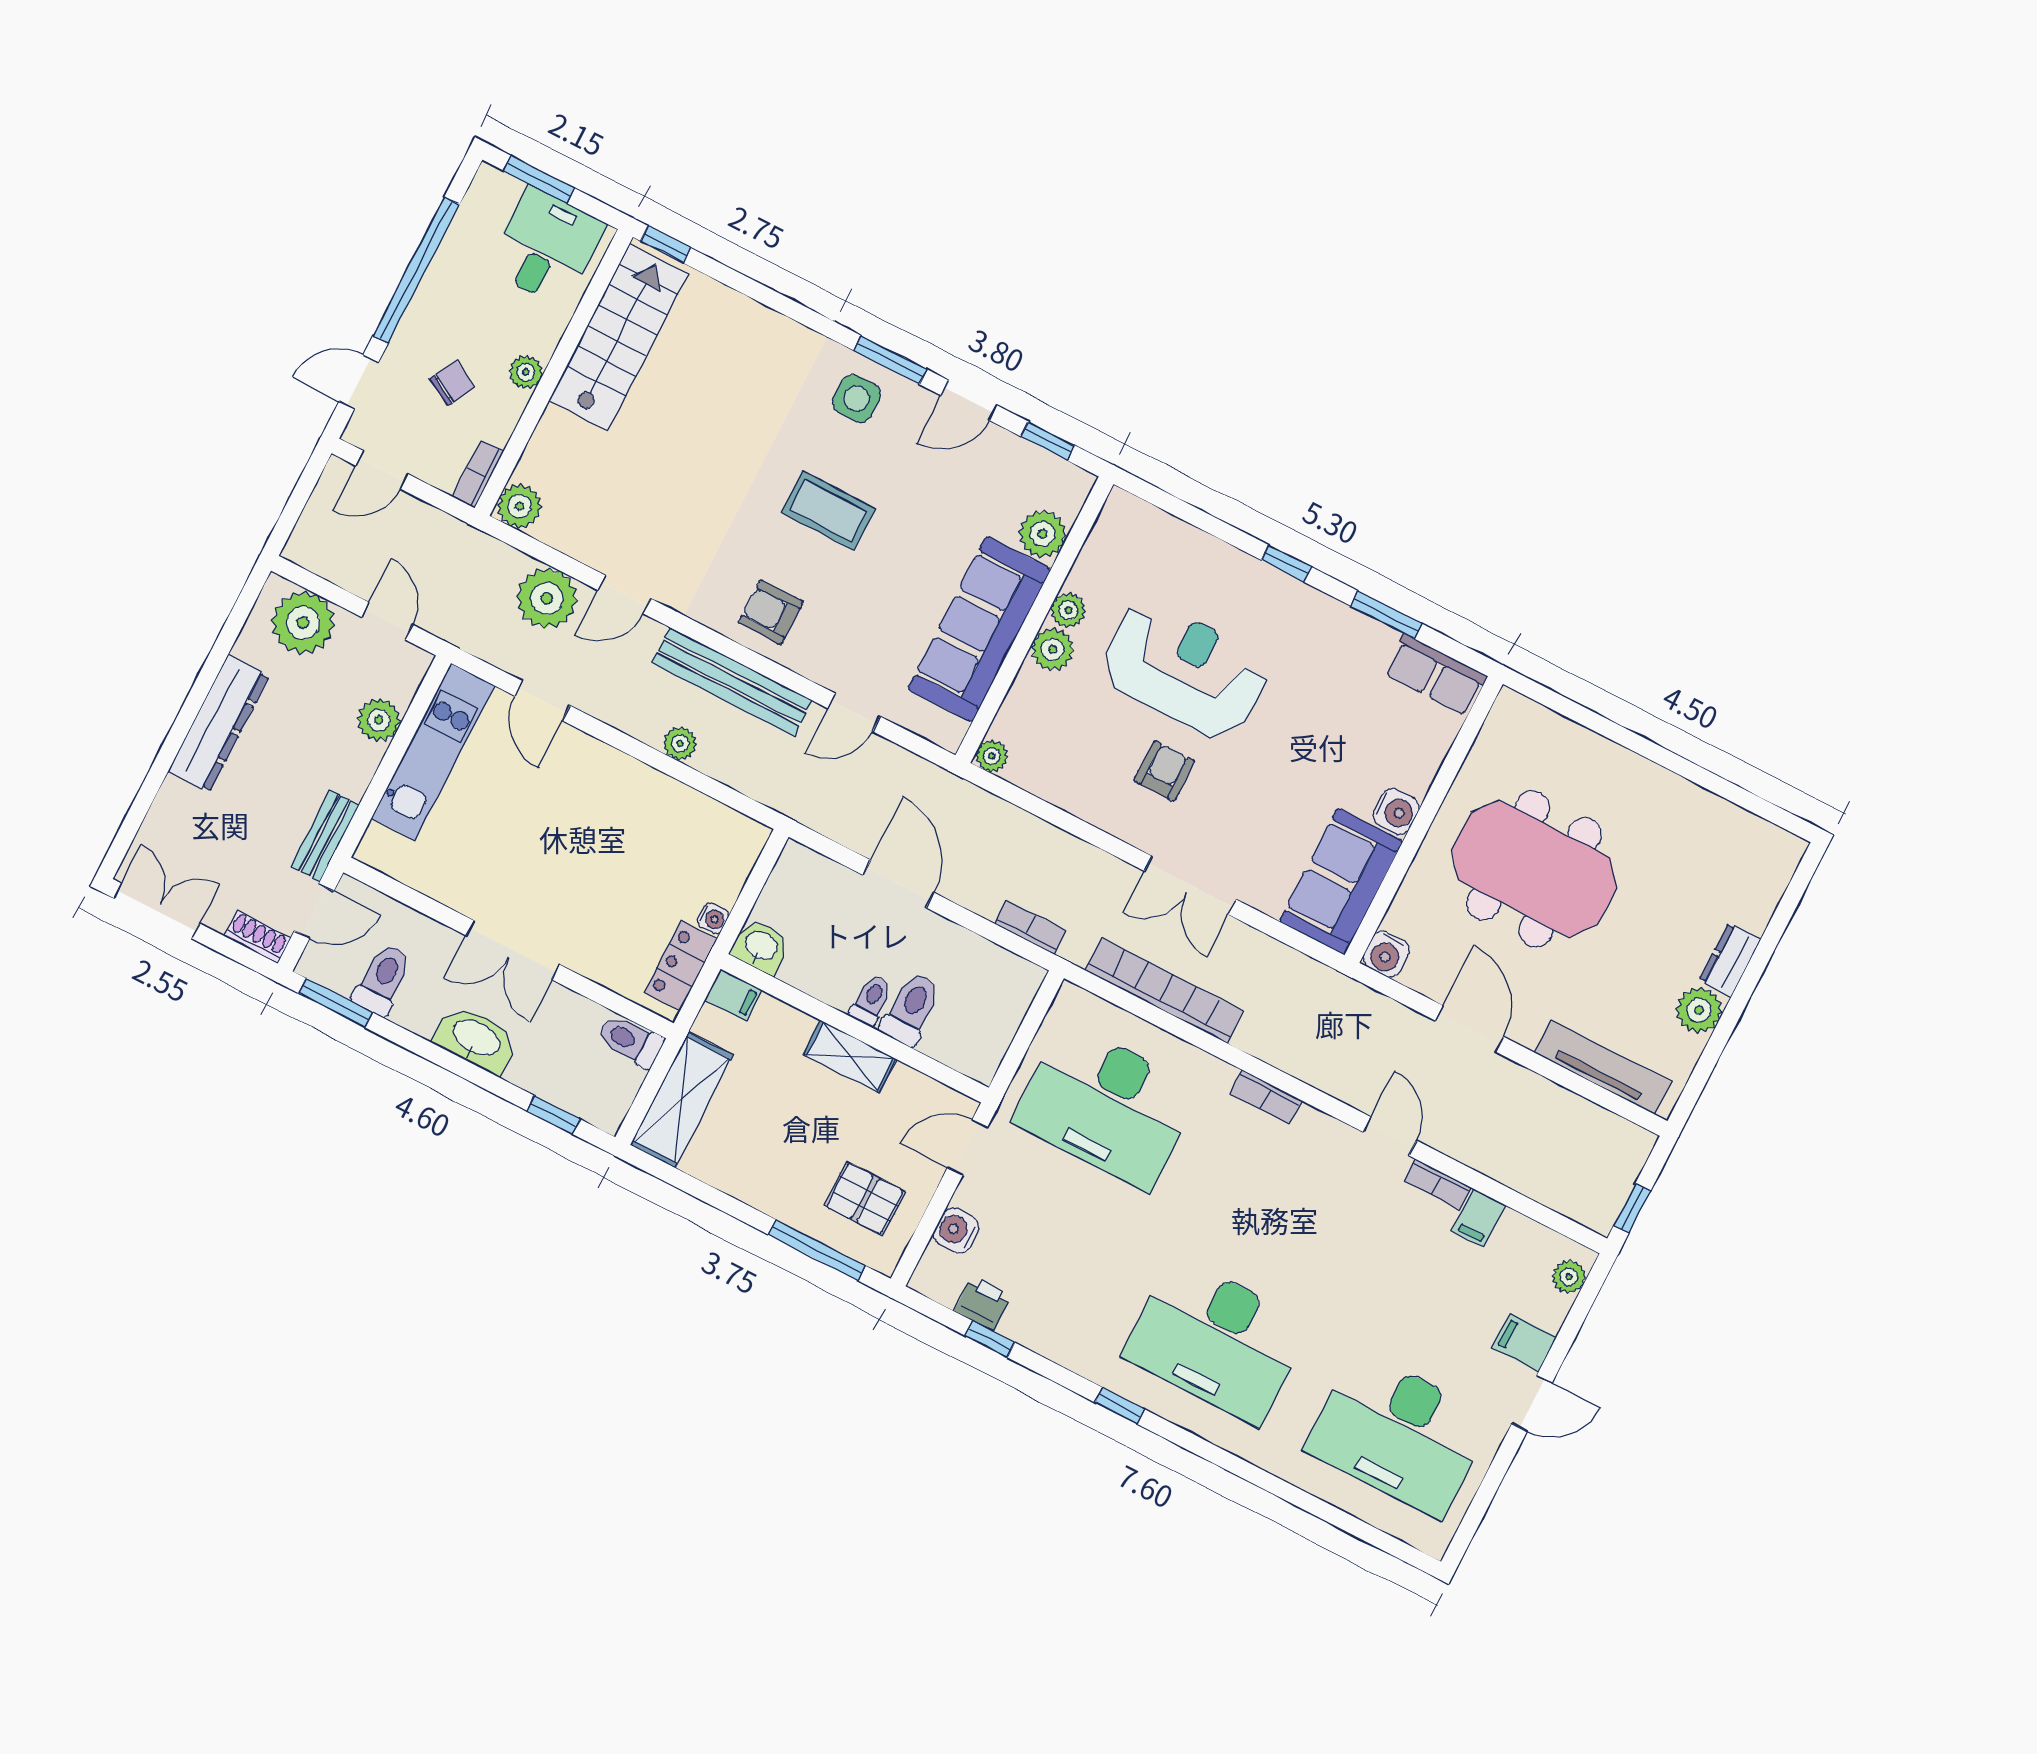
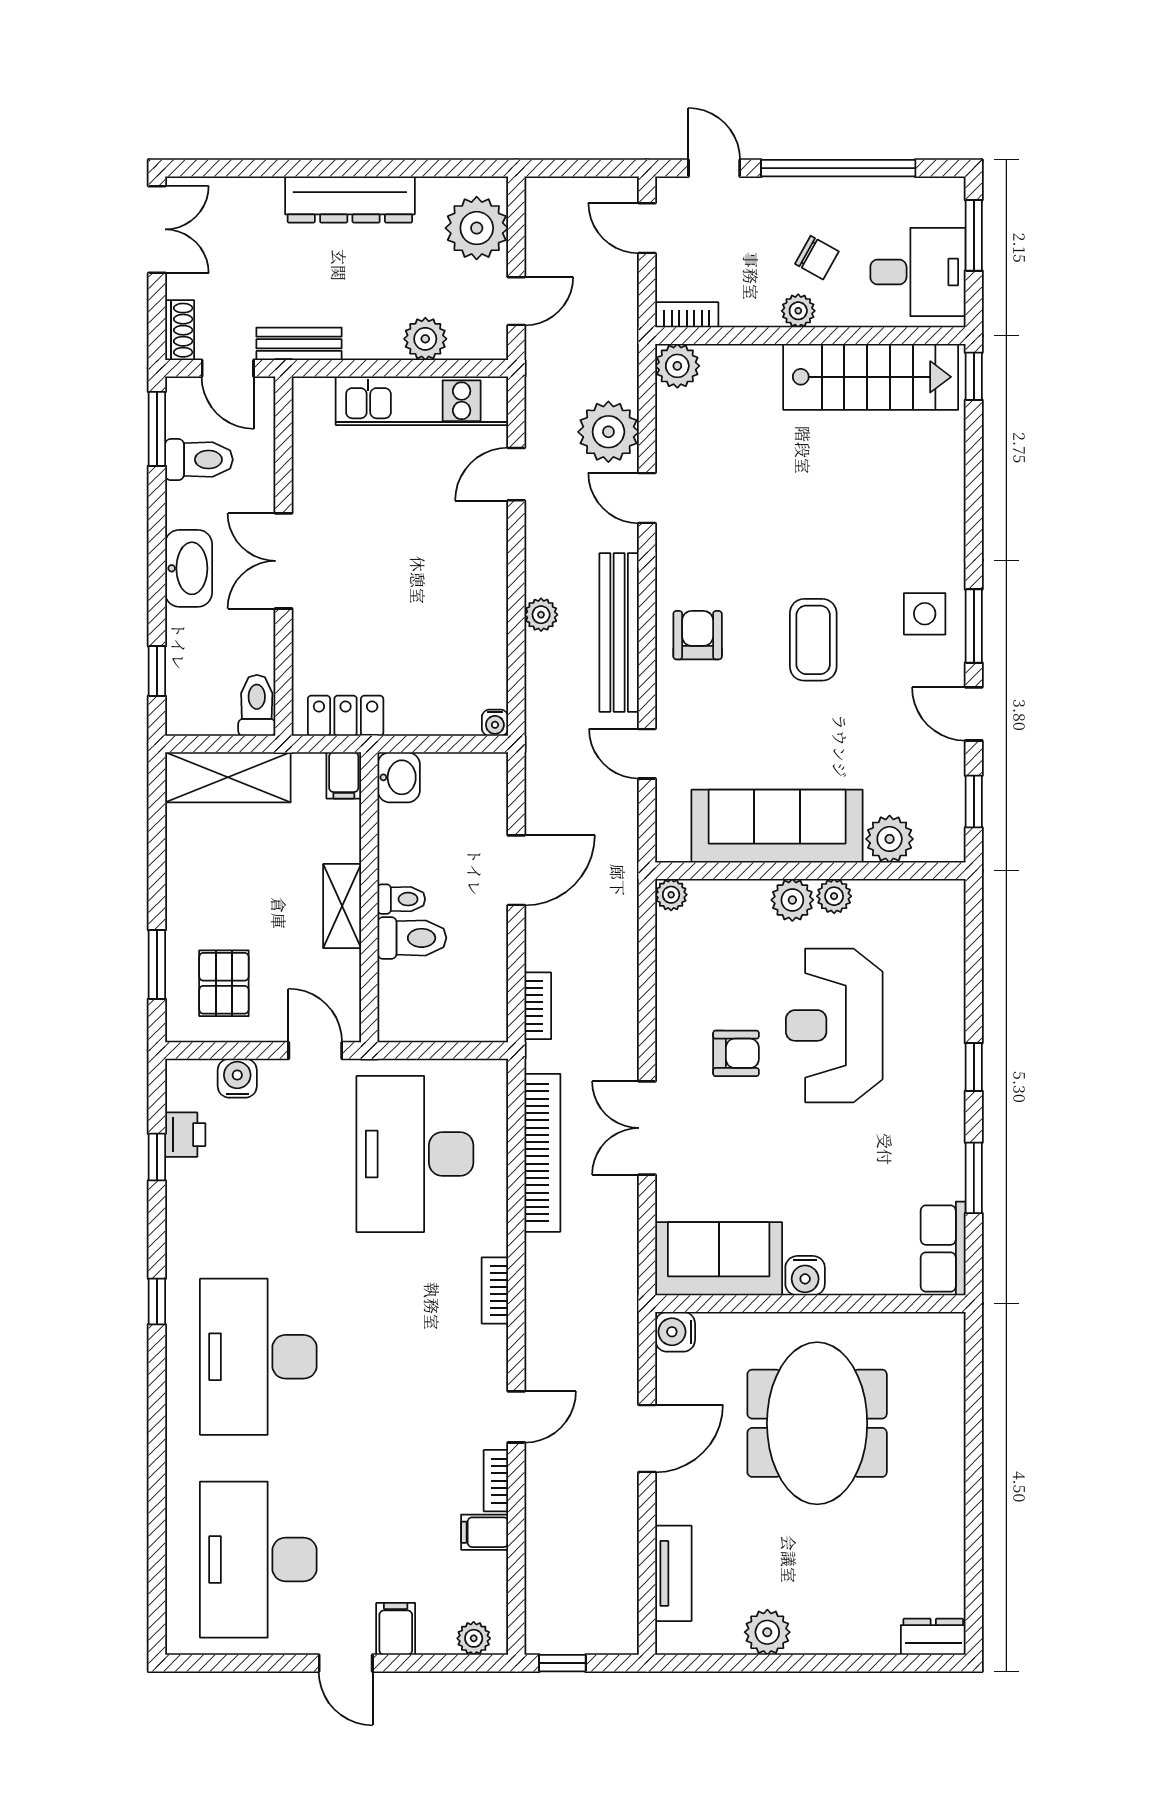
chair: (452, 383) -> (817, 258), moved
reception desk: (1185, 670) -> (834, 1025), turned 180
water cooler: (713, 918) -> (495, 723), moved
dresser: (1730, 960) -> (933, 1637), moved
tv unit: (1603, 1067) -> (673, 1573), width x0.71
window: (817, 1250) -> (157, 964), width x0.69

